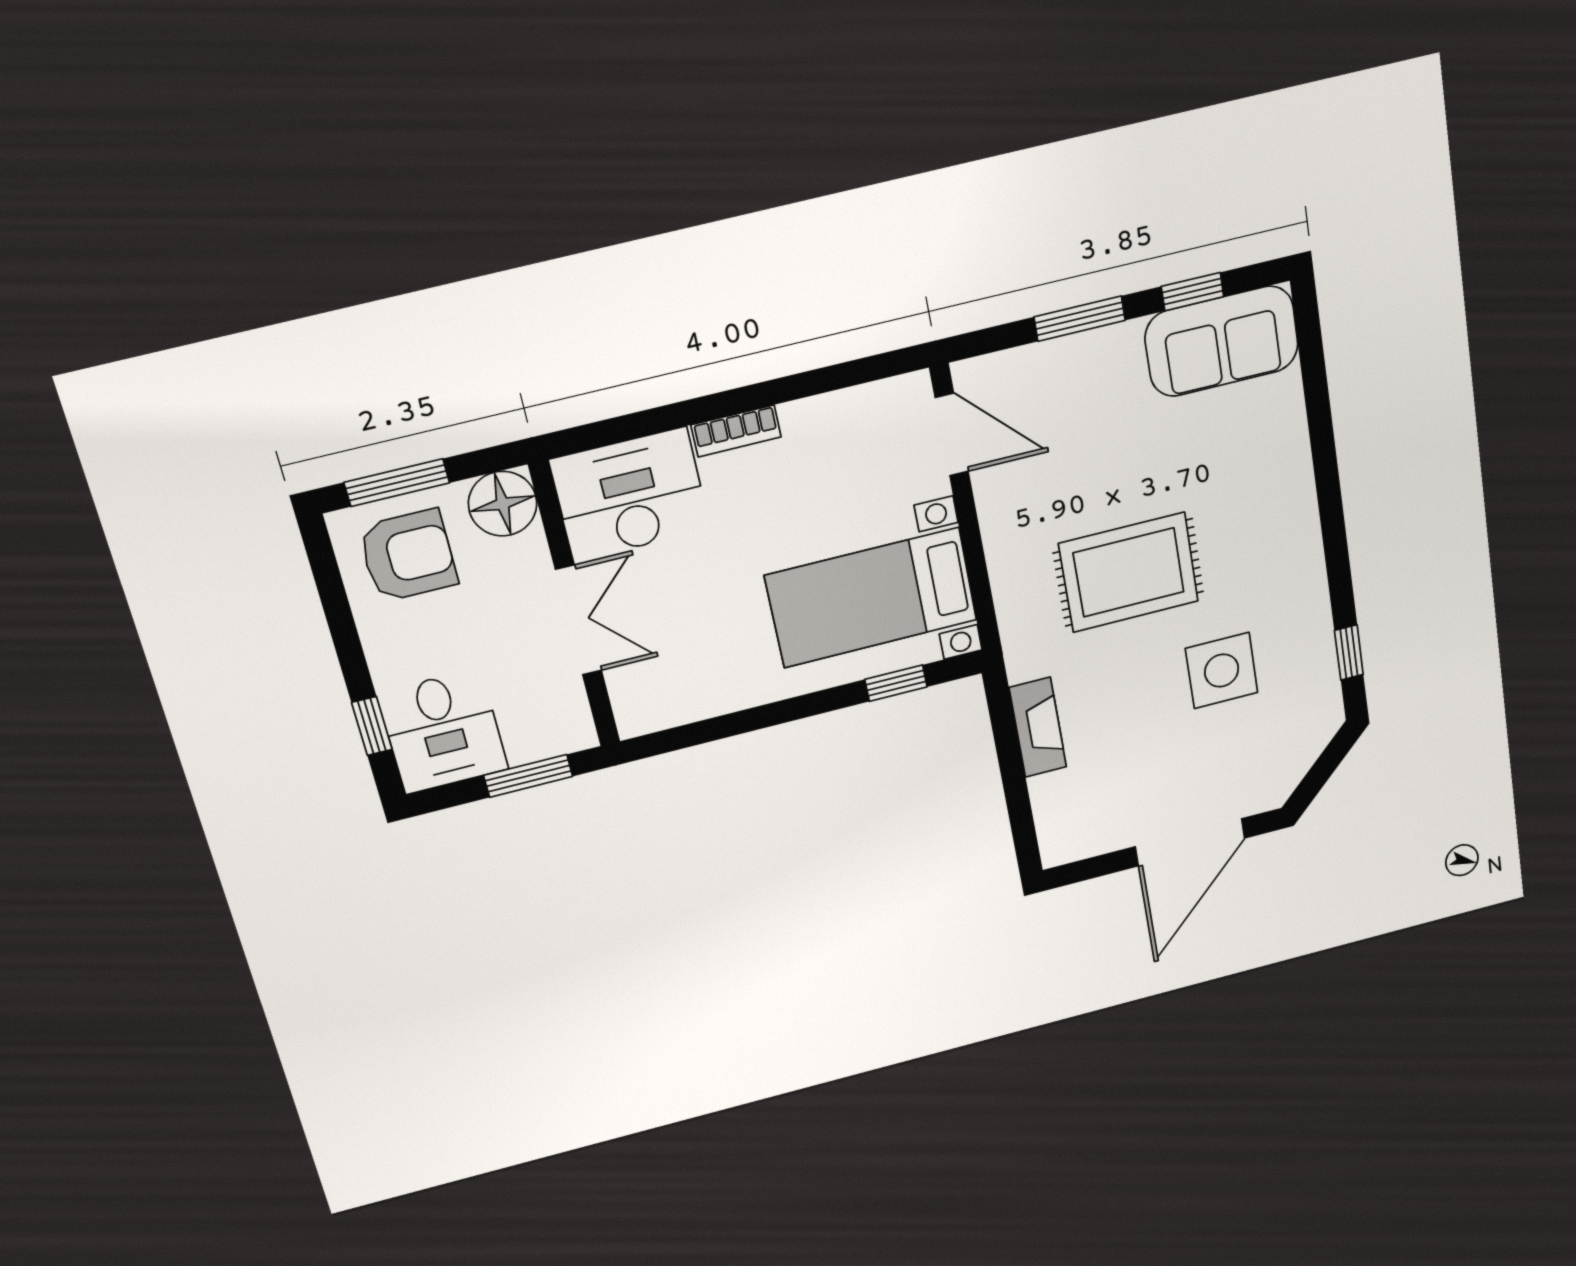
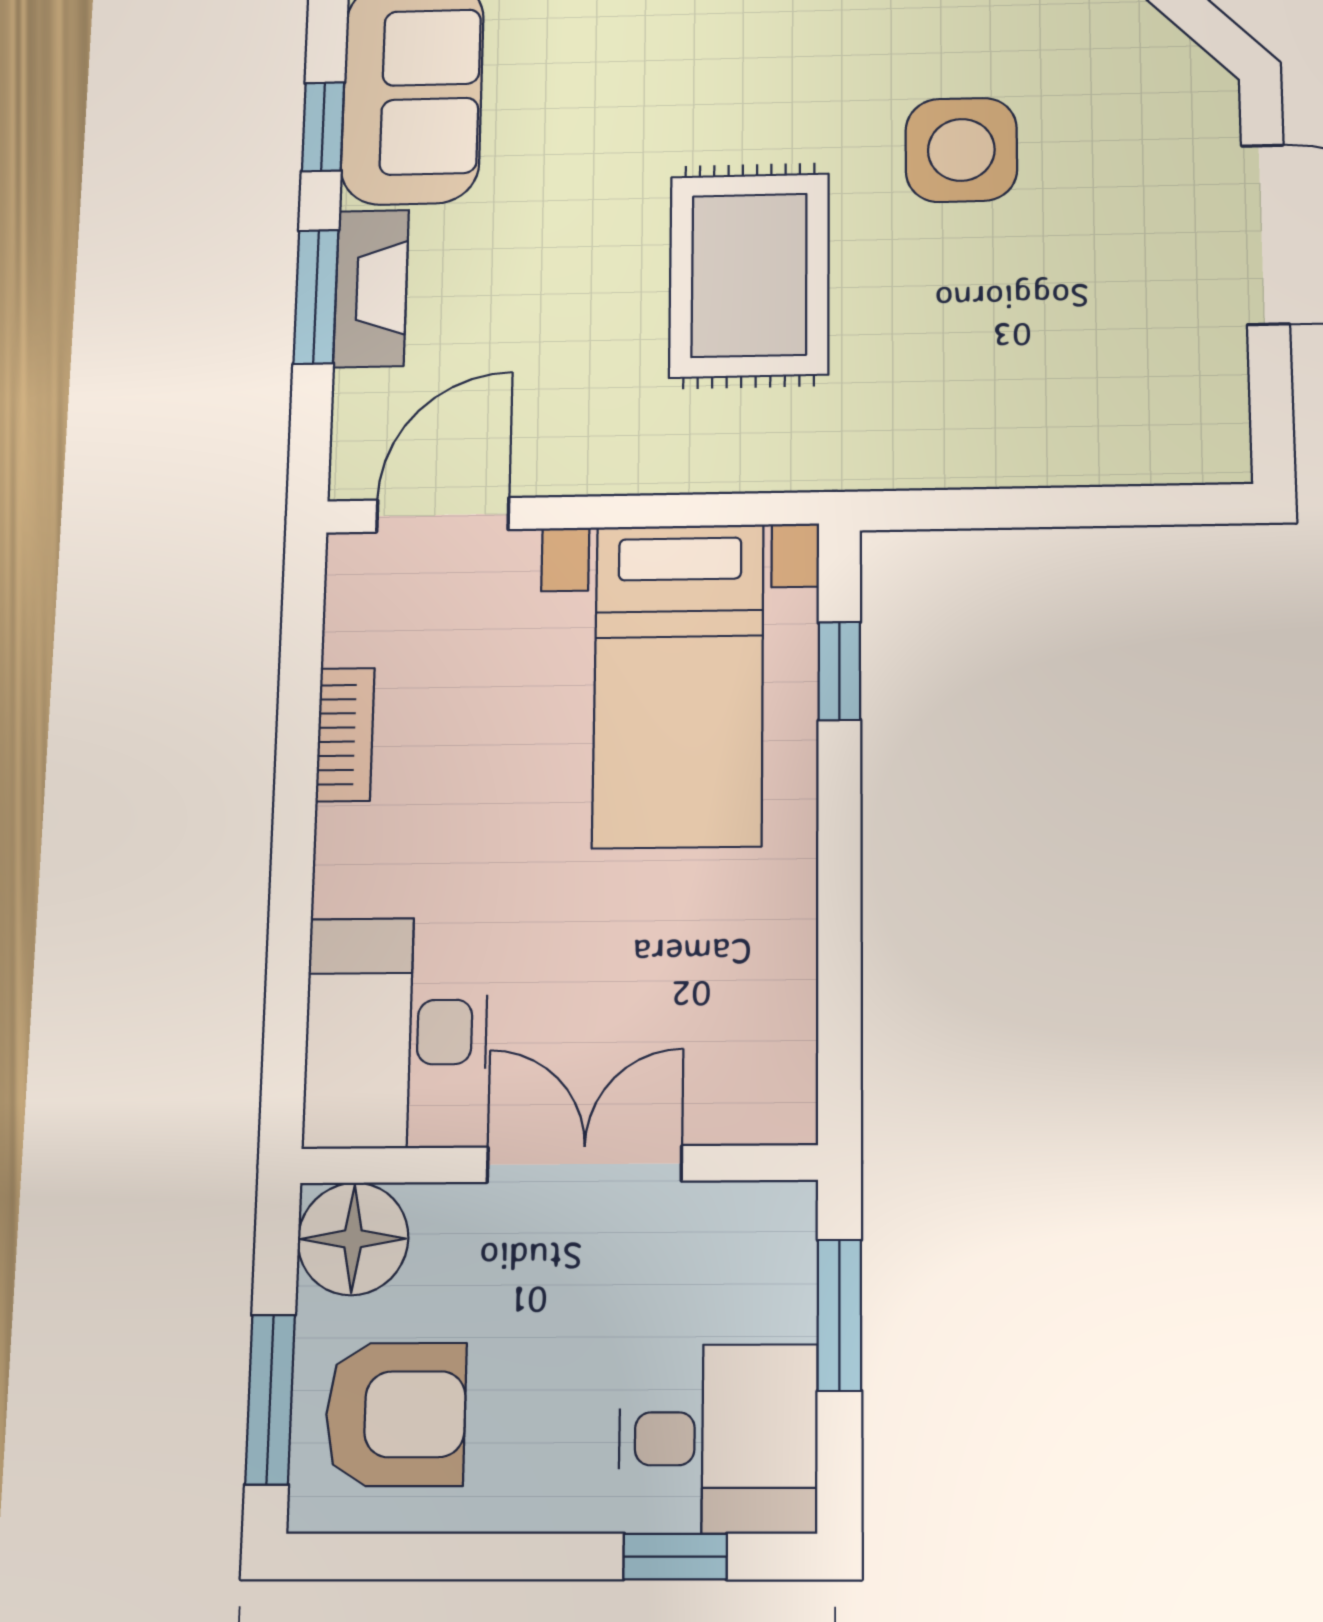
bookcase: (736, 431) -> (345, 735), moved
armchair: (408, 556) -> (396, 1414), turned 90
fireplace: (1038, 727) -> (371, 288), moved, turned 90

